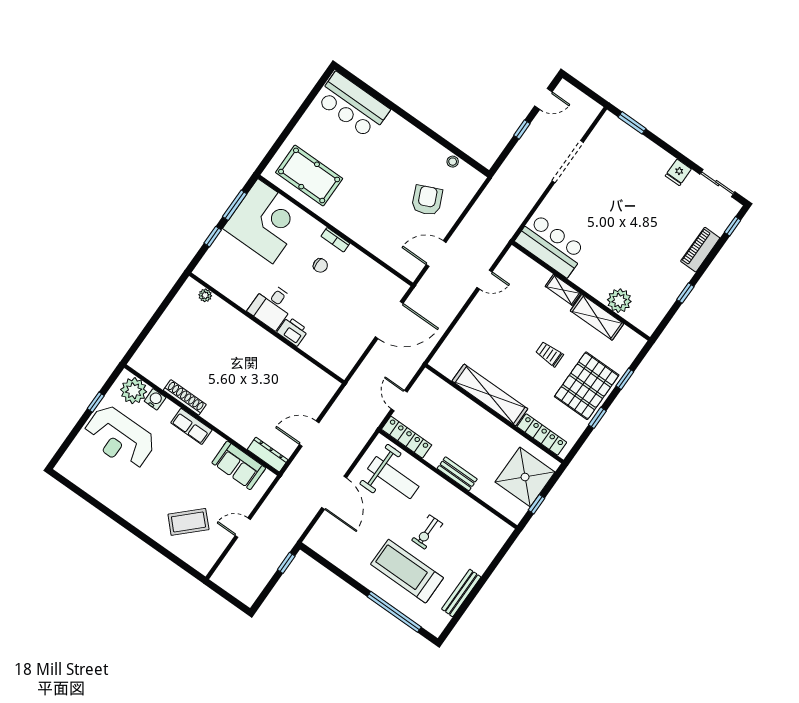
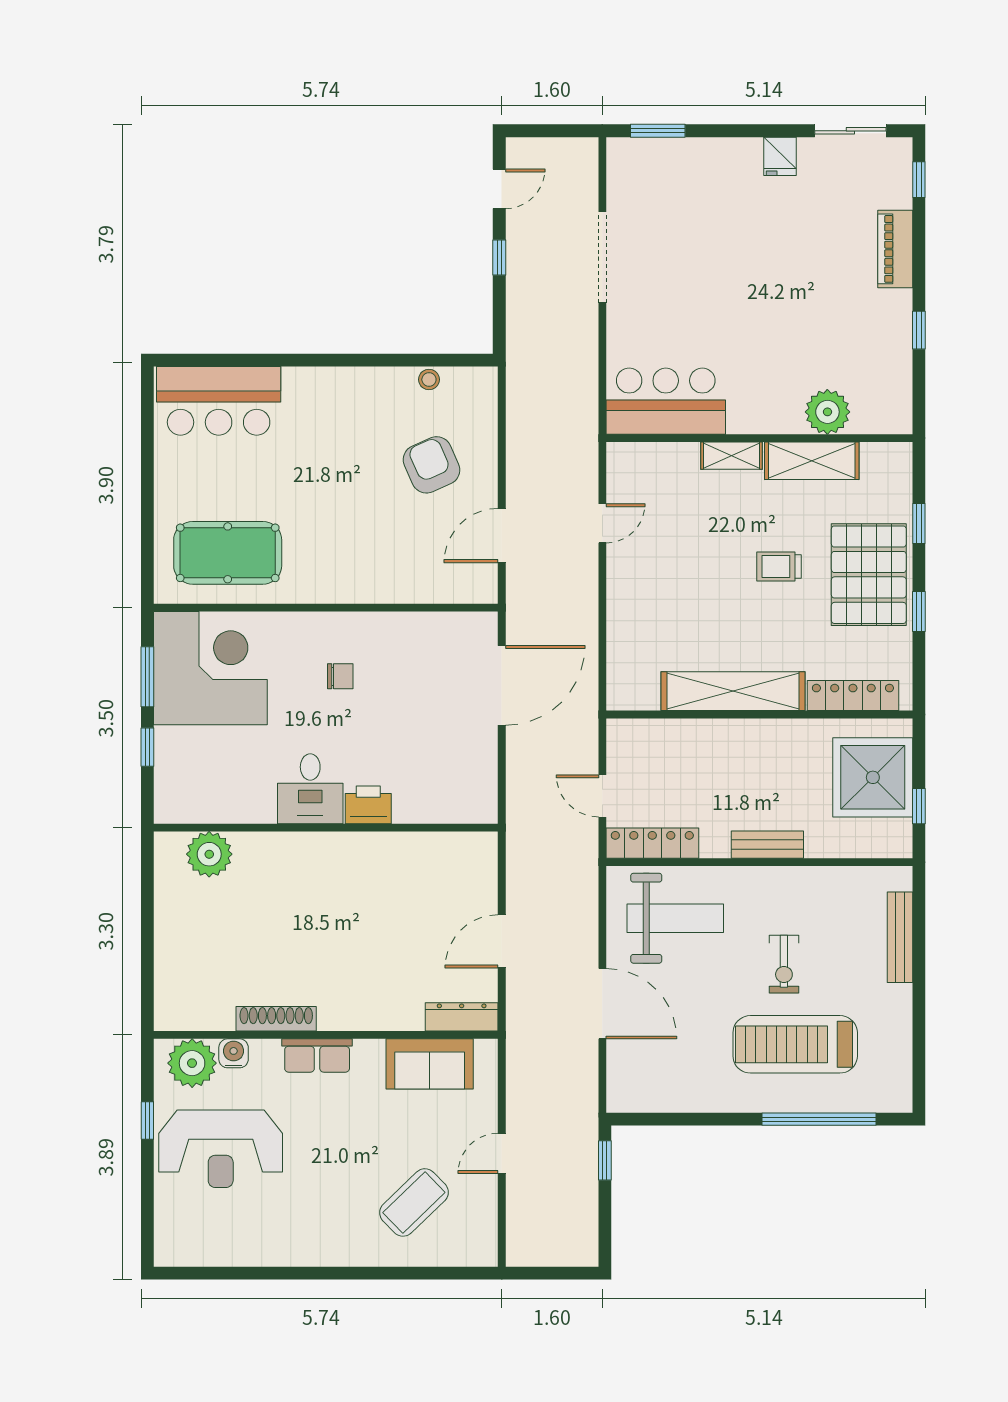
bookcase: (335, 240) -> (336, 622), removed
plant: (205, 295) -> (209, 854), width x1.88, depth x1.88
bench: (461, 593) -> (900, 937), moved

